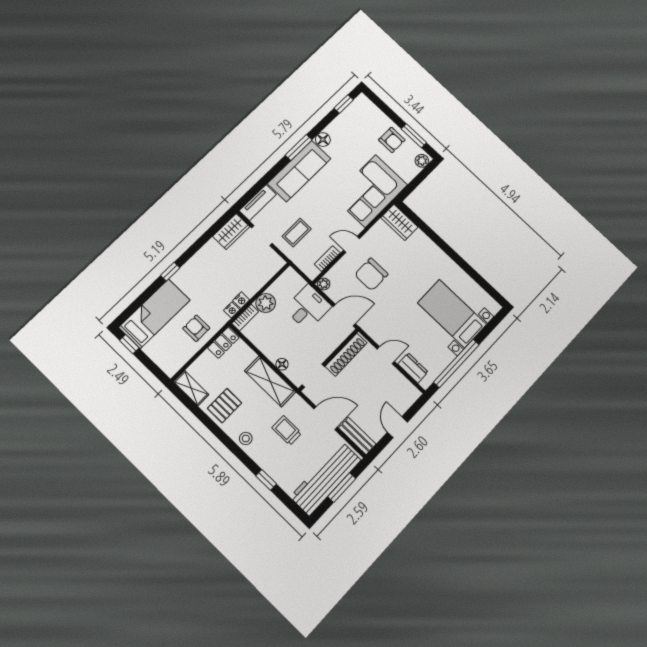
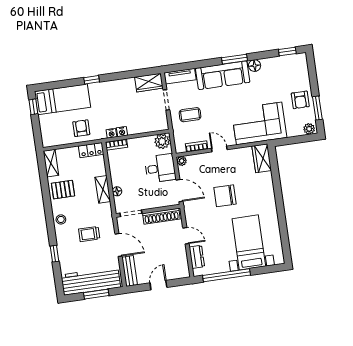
chair: (371, 274) -> (225, 196), moved
plant: (266, 303) -> (162, 141), moved
shelving: (270, 381) -> (103, 189), width x0.67, depth x0.75
trolley: (287, 430) -> (89, 234), turned -90

